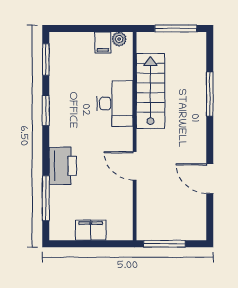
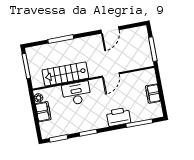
filing cabinet: (103, 43) -> (43, 112), width x2.00

